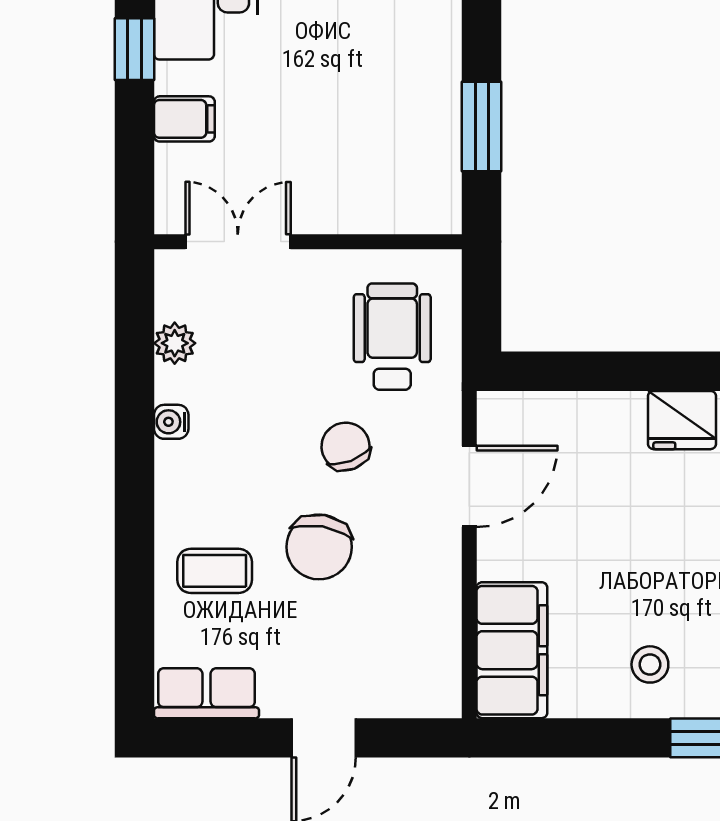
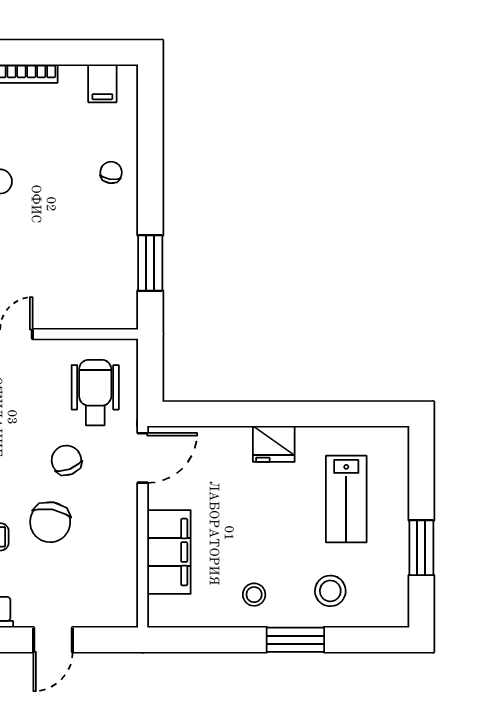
door: (469, 486) -> (143, 458), moved
filing cabinet: (512, 650) -> (169, 552), moved

